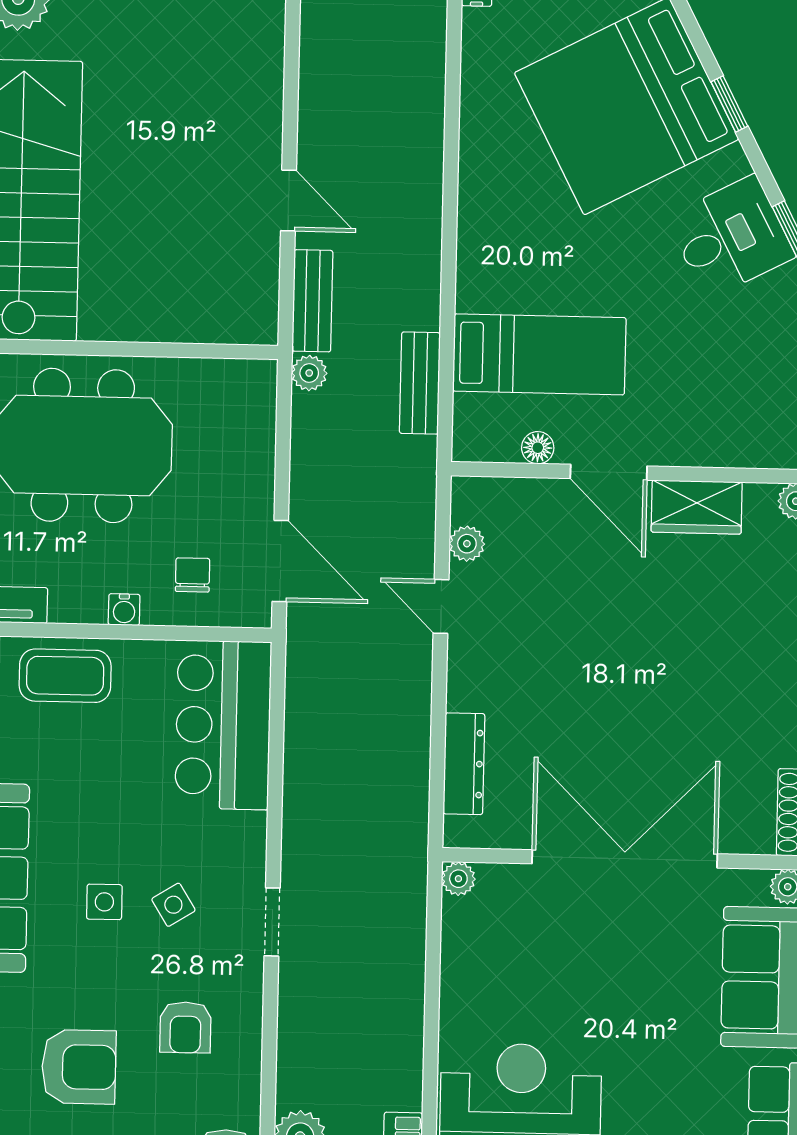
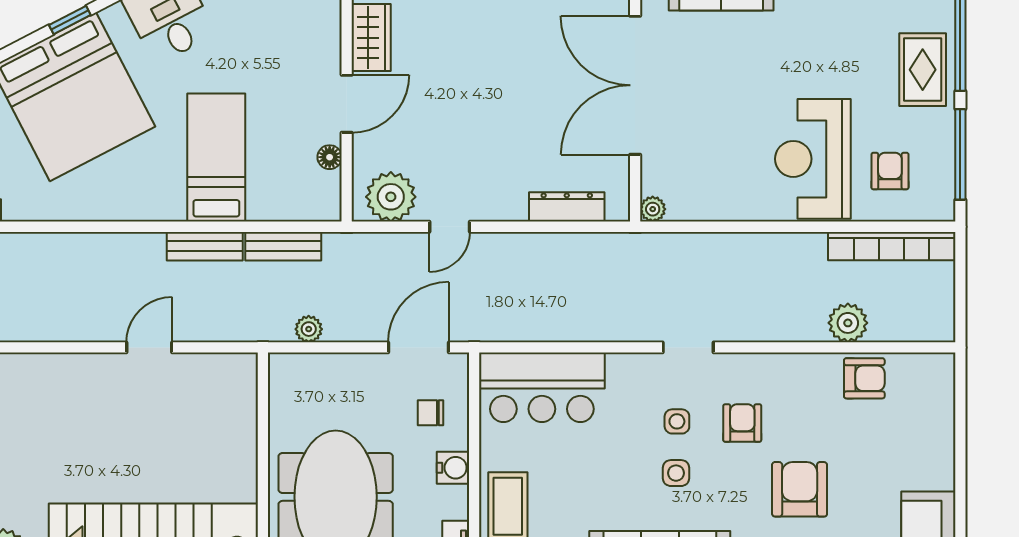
bench: (312, 301) -> (205, 246), moved
bed: (539, 354) -> (216, 158), moved
plant: (309, 373) -> (309, 329), moved
plant: (467, 544) -> (391, 197), width x1.87, depth x1.87
water cooler: (124, 610) -> (453, 468), width x1.38, depth x1.38
side table: (173, 905) -> (677, 421), turned 32
armchair: (185, 1027) -> (742, 423), moved, turned -90

